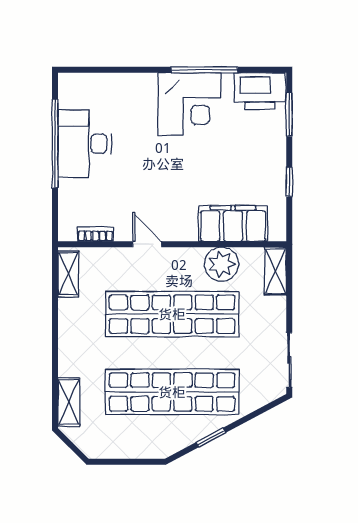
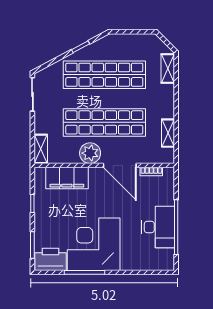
corner desk: (189, 104) -> (94, 244), width x1.36, depth x1.36
door: (147, 244) -> (120, 165), width x1.88
plant: (222, 264) -> (90, 153), moved
shelving: (68, 274) -> (168, 133), moved

